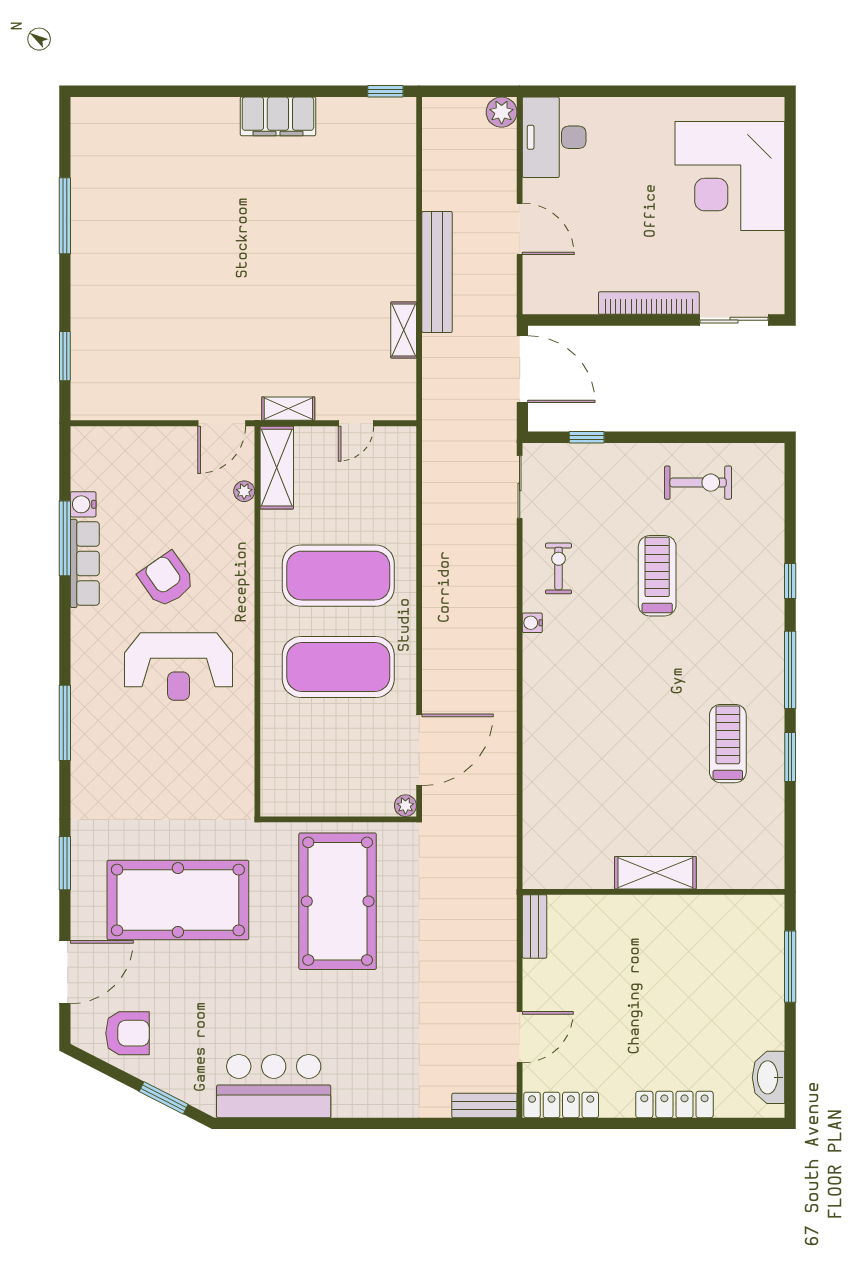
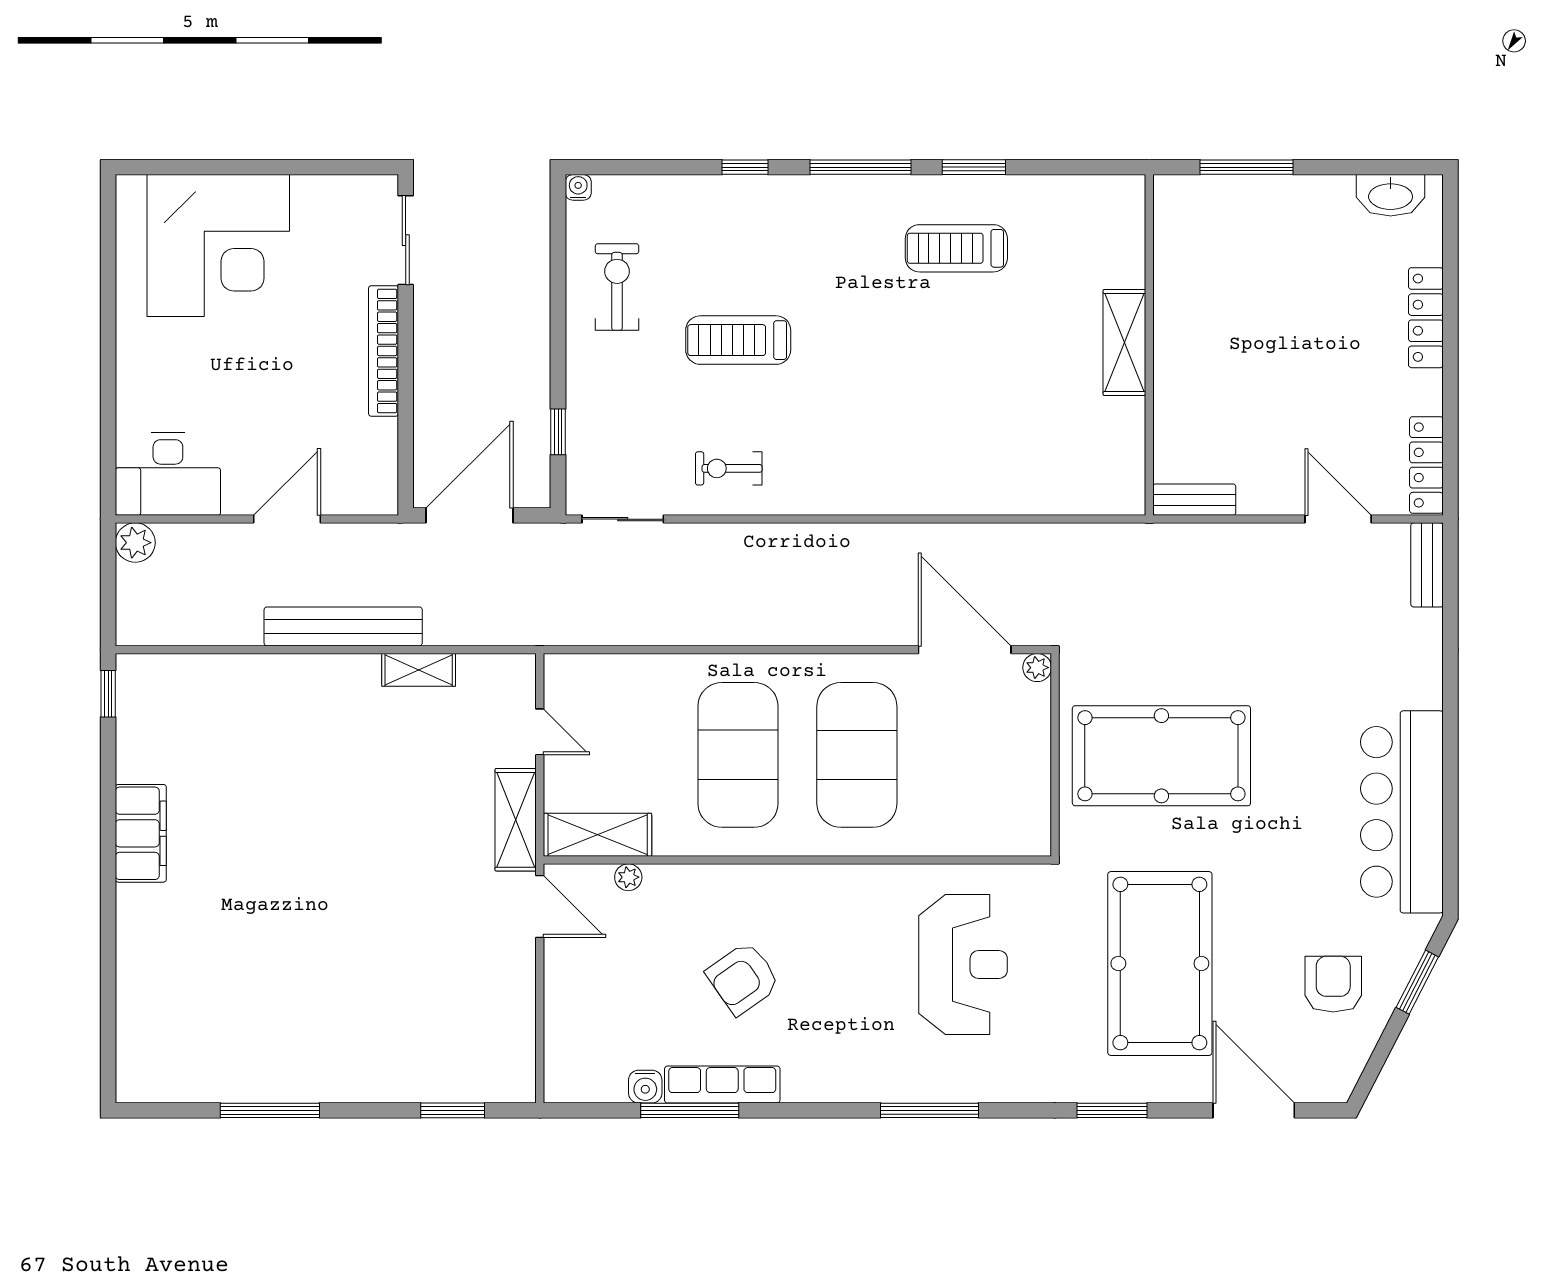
shelving: (288, 409) -> (516, 820), width x1.50, depth x1.33
water cooler: (532, 623) -> (578, 187), moved, turned 180
reception desk: (178, 666) -> (963, 965), moved
armchair: (127, 1033) -> (1333, 984), moved
bar counter: (274, 1086) -> (1402, 812), width x1.36

